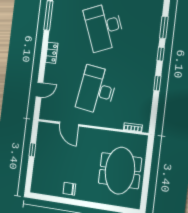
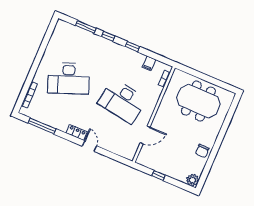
door: (40, 90) -> (89, 146), moved
filing cabinet: (145, 106) -> (149, 63), added
plant: (37, 186) -> (193, 180), added

